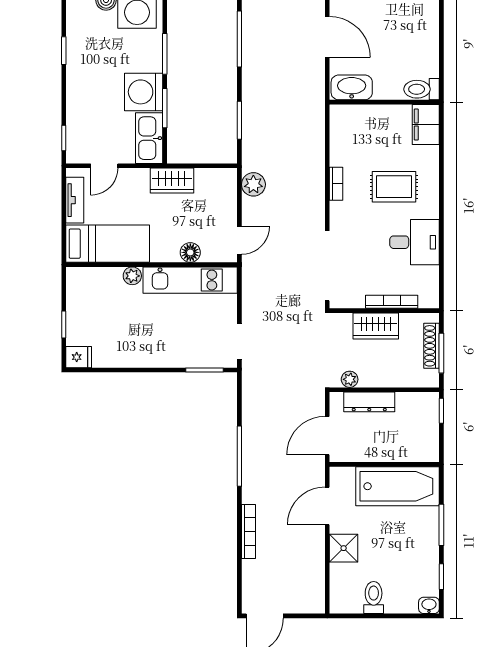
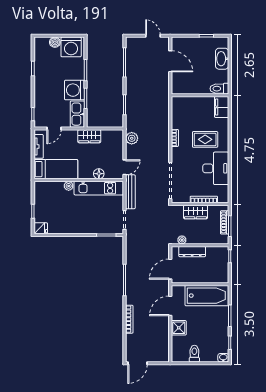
washbasin: (352, 87) -> (222, 59), moved, turned -90
desk: (415, 242) -> (216, 168), width x1.37
bench: (251, 287) -> (130, 192), added

